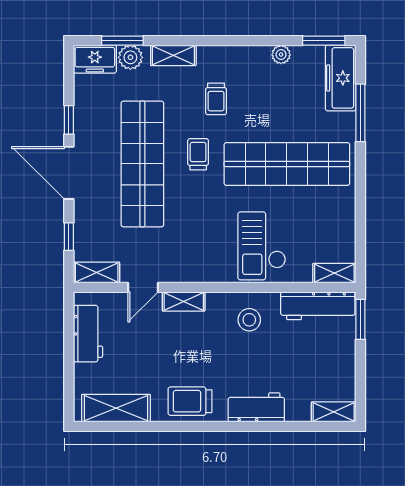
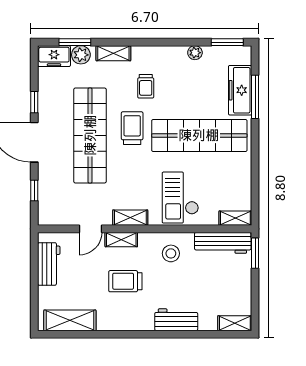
freezer: (341, 78) -> (240, 90), moved
trolley: (198, 154) -> (132, 128), width x1.36, depth x1.39
shelving: (97, 272) -> (130, 218), moved
trolley: (190, 401) -> (125, 281), moved

